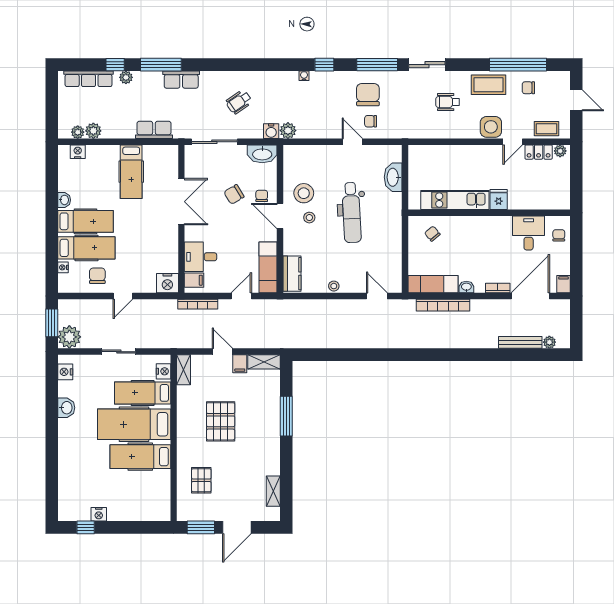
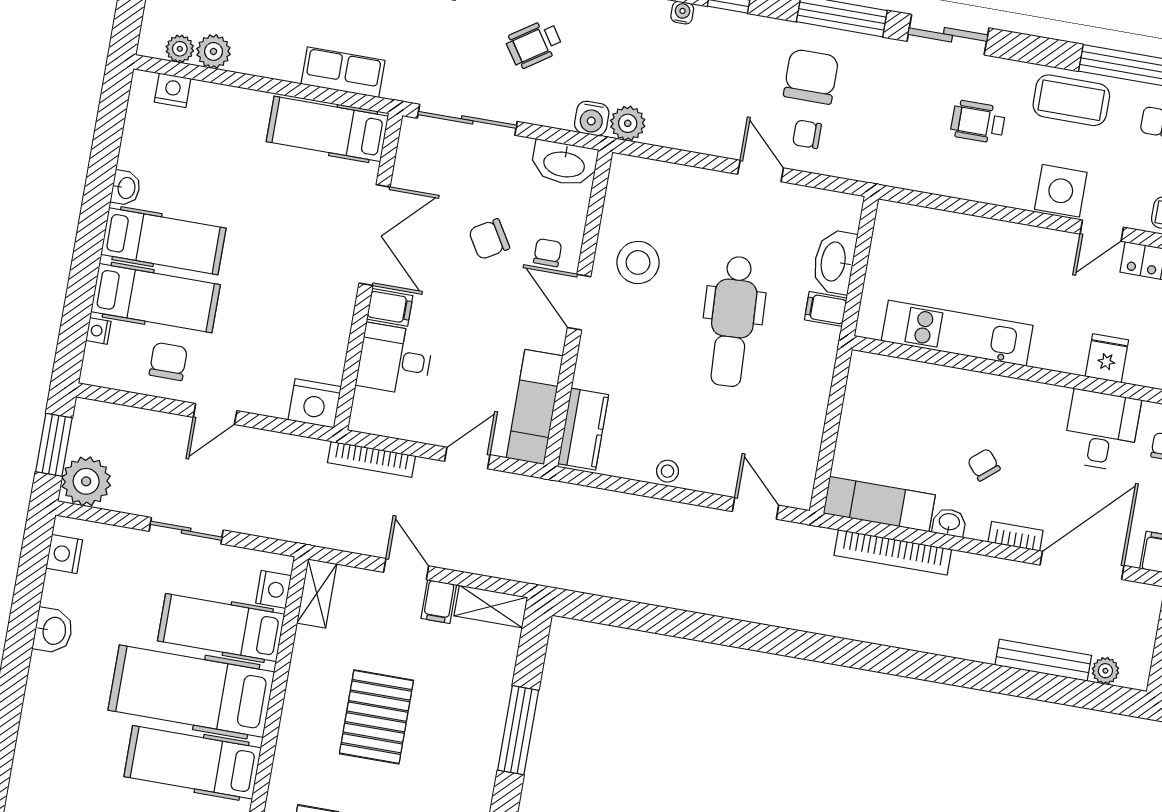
hospital bed: (131, 172) -> (327, 129), moved, turned 90
filing cabinet: (393, 199) -> (826, 309), added
fridge: (499, 200) -> (1107, 358), moved
stool: (309, 218) -> (641, 316), removed
chair: (432, 234) -> (984, 465), moved
filing cabinet: (194, 280) -> (390, 307), moved

